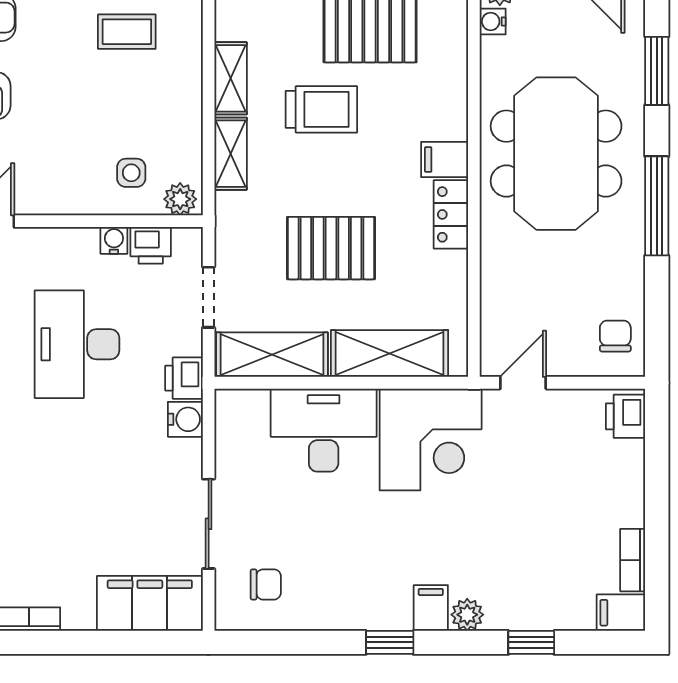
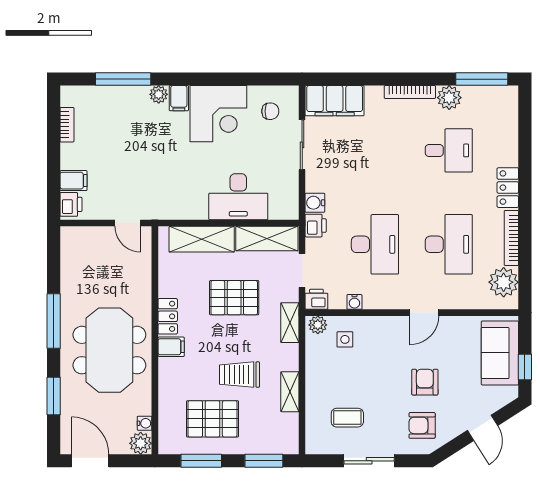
shelving: (231, 154) -> (290, 323), moved
printer: (151, 245) -> (316, 299), moved
chair: (615, 336) -> (77, 249), removed
door: (523, 383) -> (128, 223), hinge flipped
corner desk: (431, 439) -> (218, 114), moved, turned 180
chair: (266, 584) -> (270, 111), turned 180
filing cabinet: (621, 613) -> (73, 181), moved
window: (390, 642) -> (202, 79), removed
window: (531, 642) -> (123, 79), width x2.17

